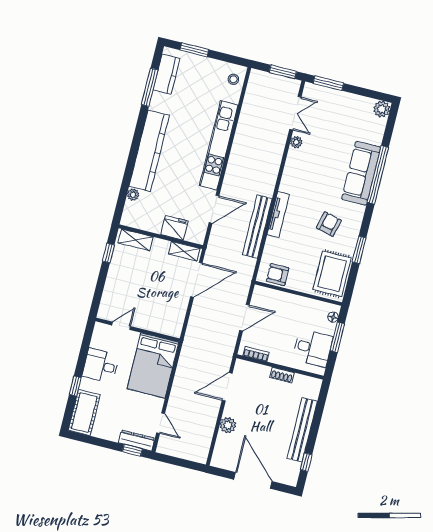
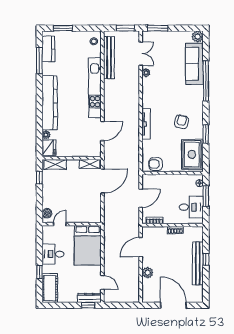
sofa: (361, 173) -> (194, 64), moved
bench: (257, 227) -> (109, 58), moved
fridge: (174, 228) -> (49, 148), moved, turned 90
boiler: (107, 306) -> (47, 213), added
window: (306, 462) -> (206, 259), moved

